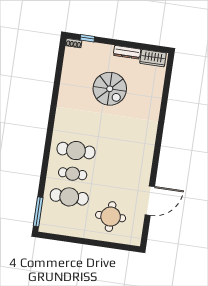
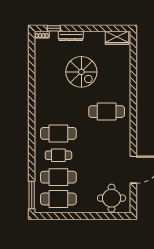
dresser: (127, 52) -> (71, 36), moved
cafe table: (130, 135) -> (107, 112), added
round table: (111, 217) -> (112, 198), moved
cafe table: (66, 220) -> (58, 199), added

